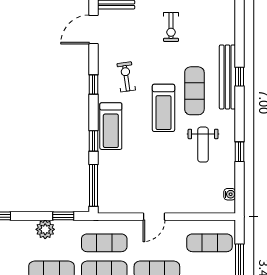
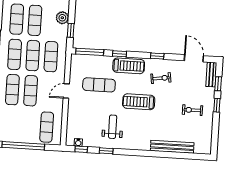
bench: (227, 77) -> (172, 147), moved
window: (240, 77) -> (81, 149), moved
exercise mat: (194, 91) -> (99, 85), moved
treadmill: (111, 126) -> (129, 66), turned 180
weight bench: (203, 145) -> (113, 127), turned 90
door: (154, 217) -> (66, 91), hinge flipped

